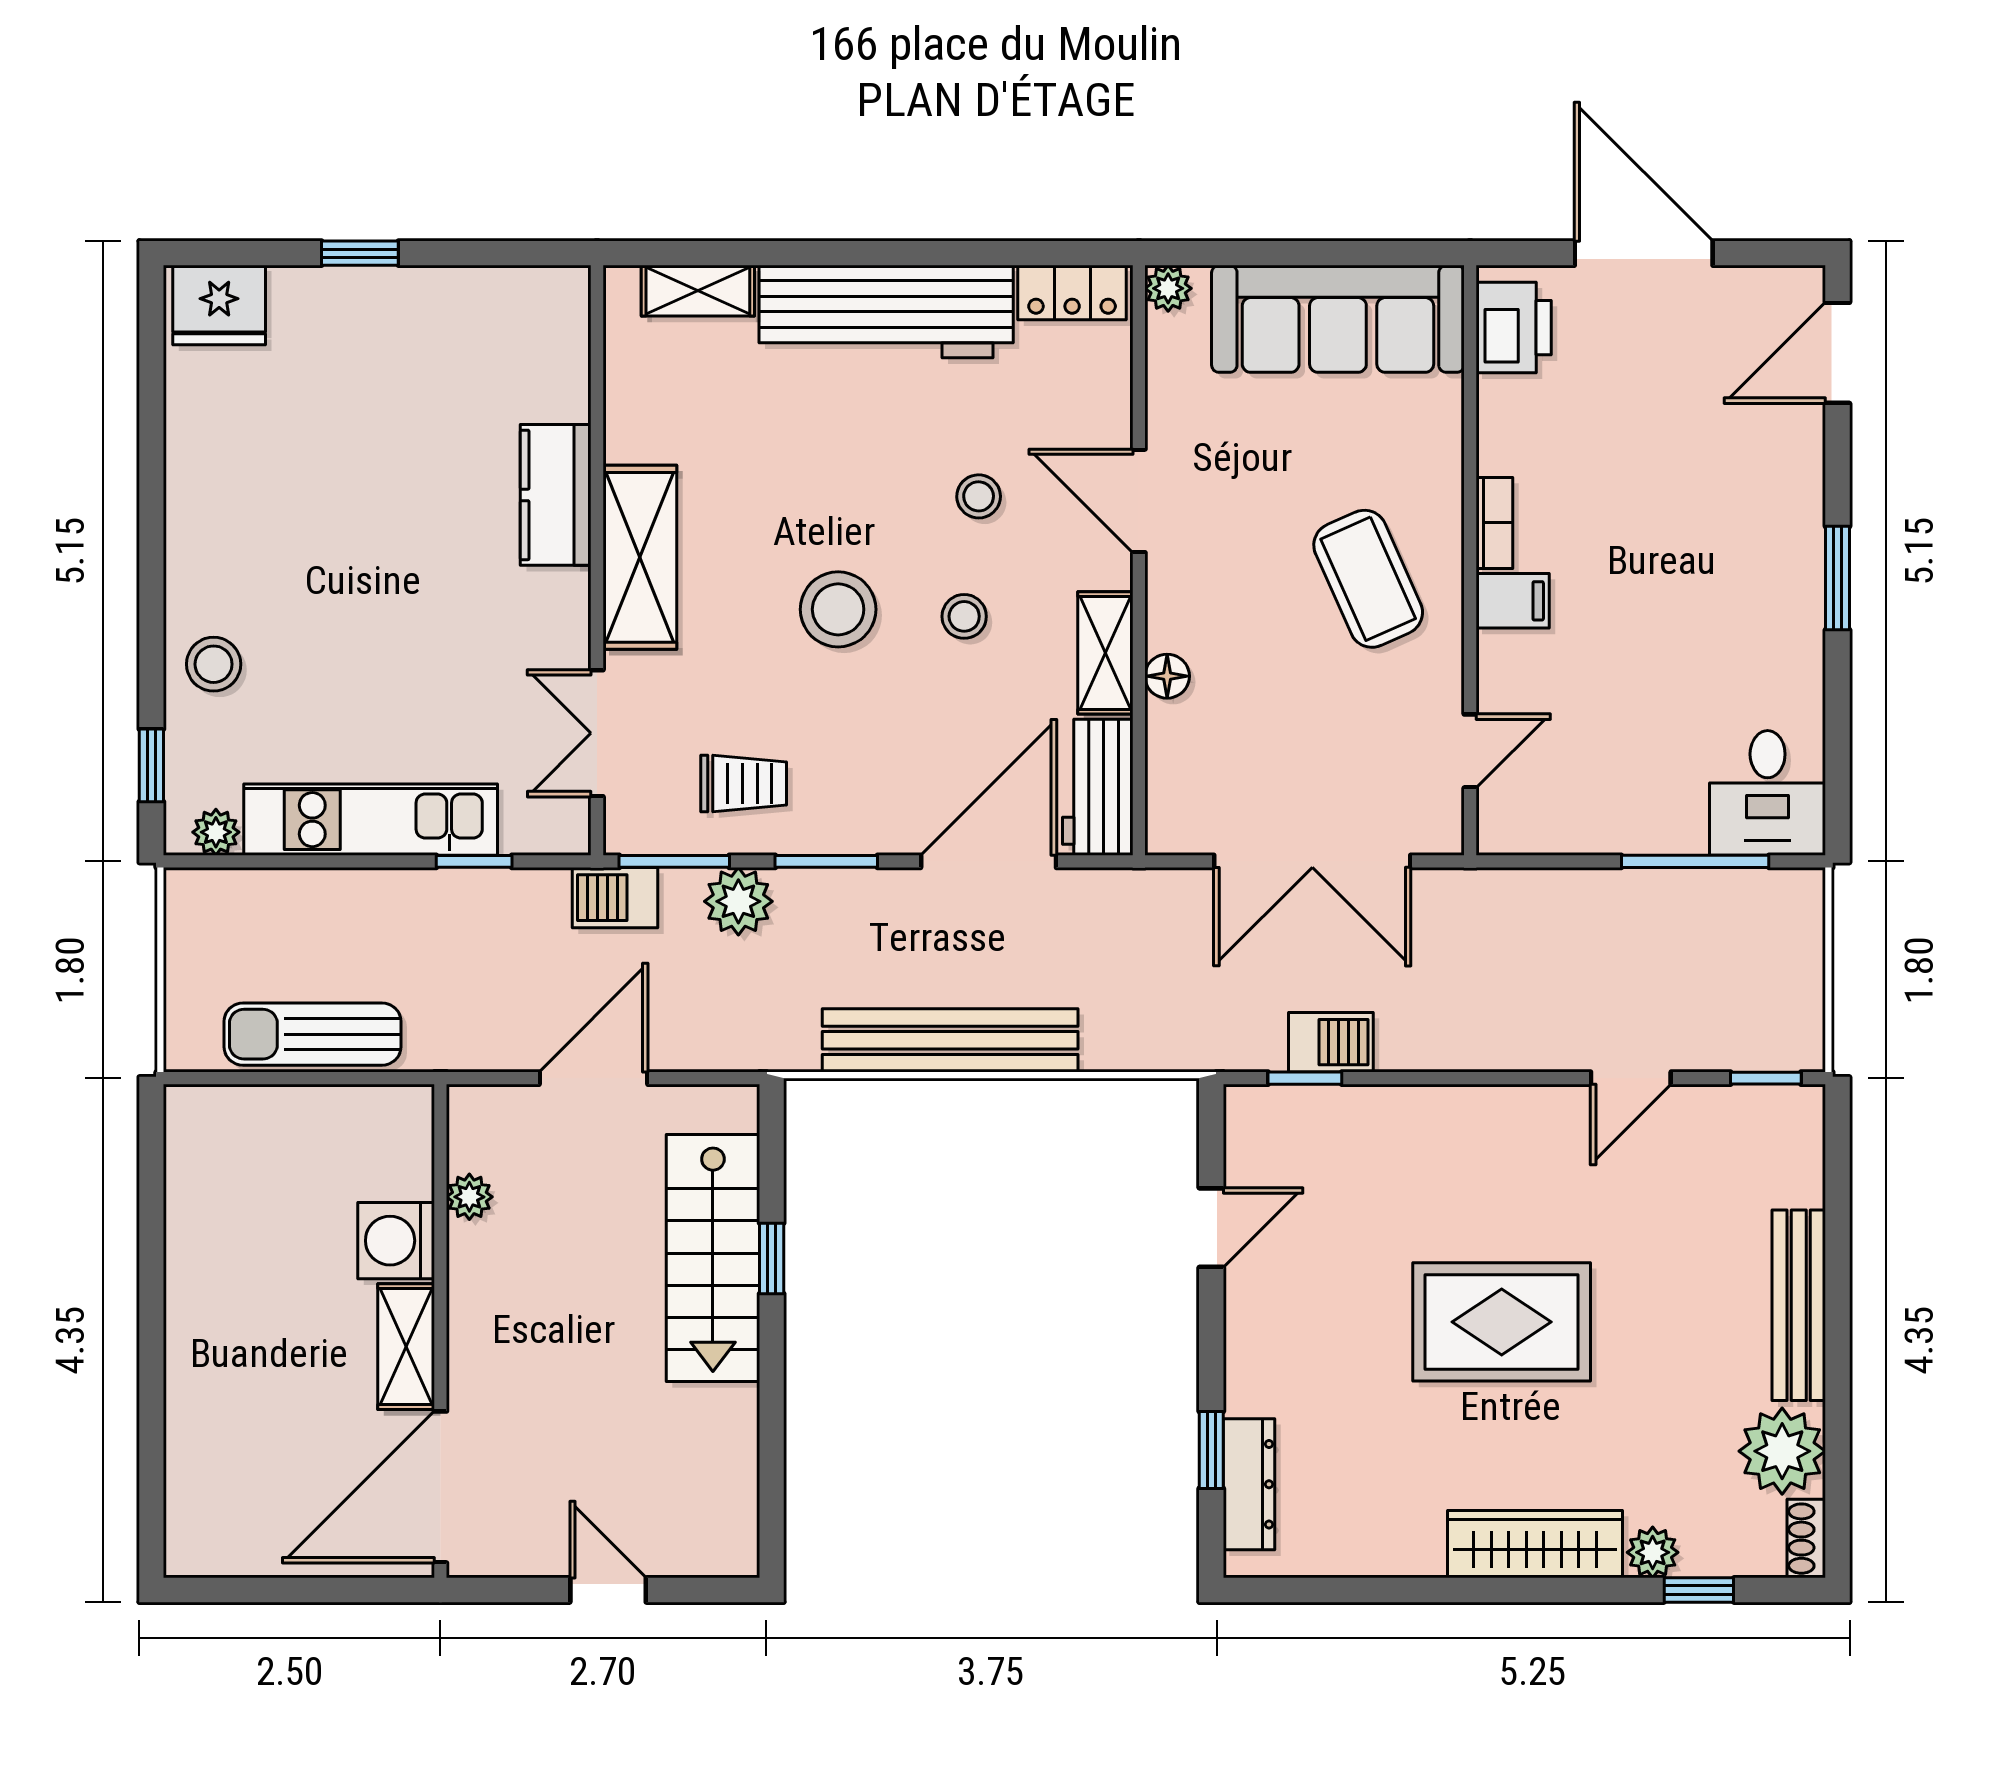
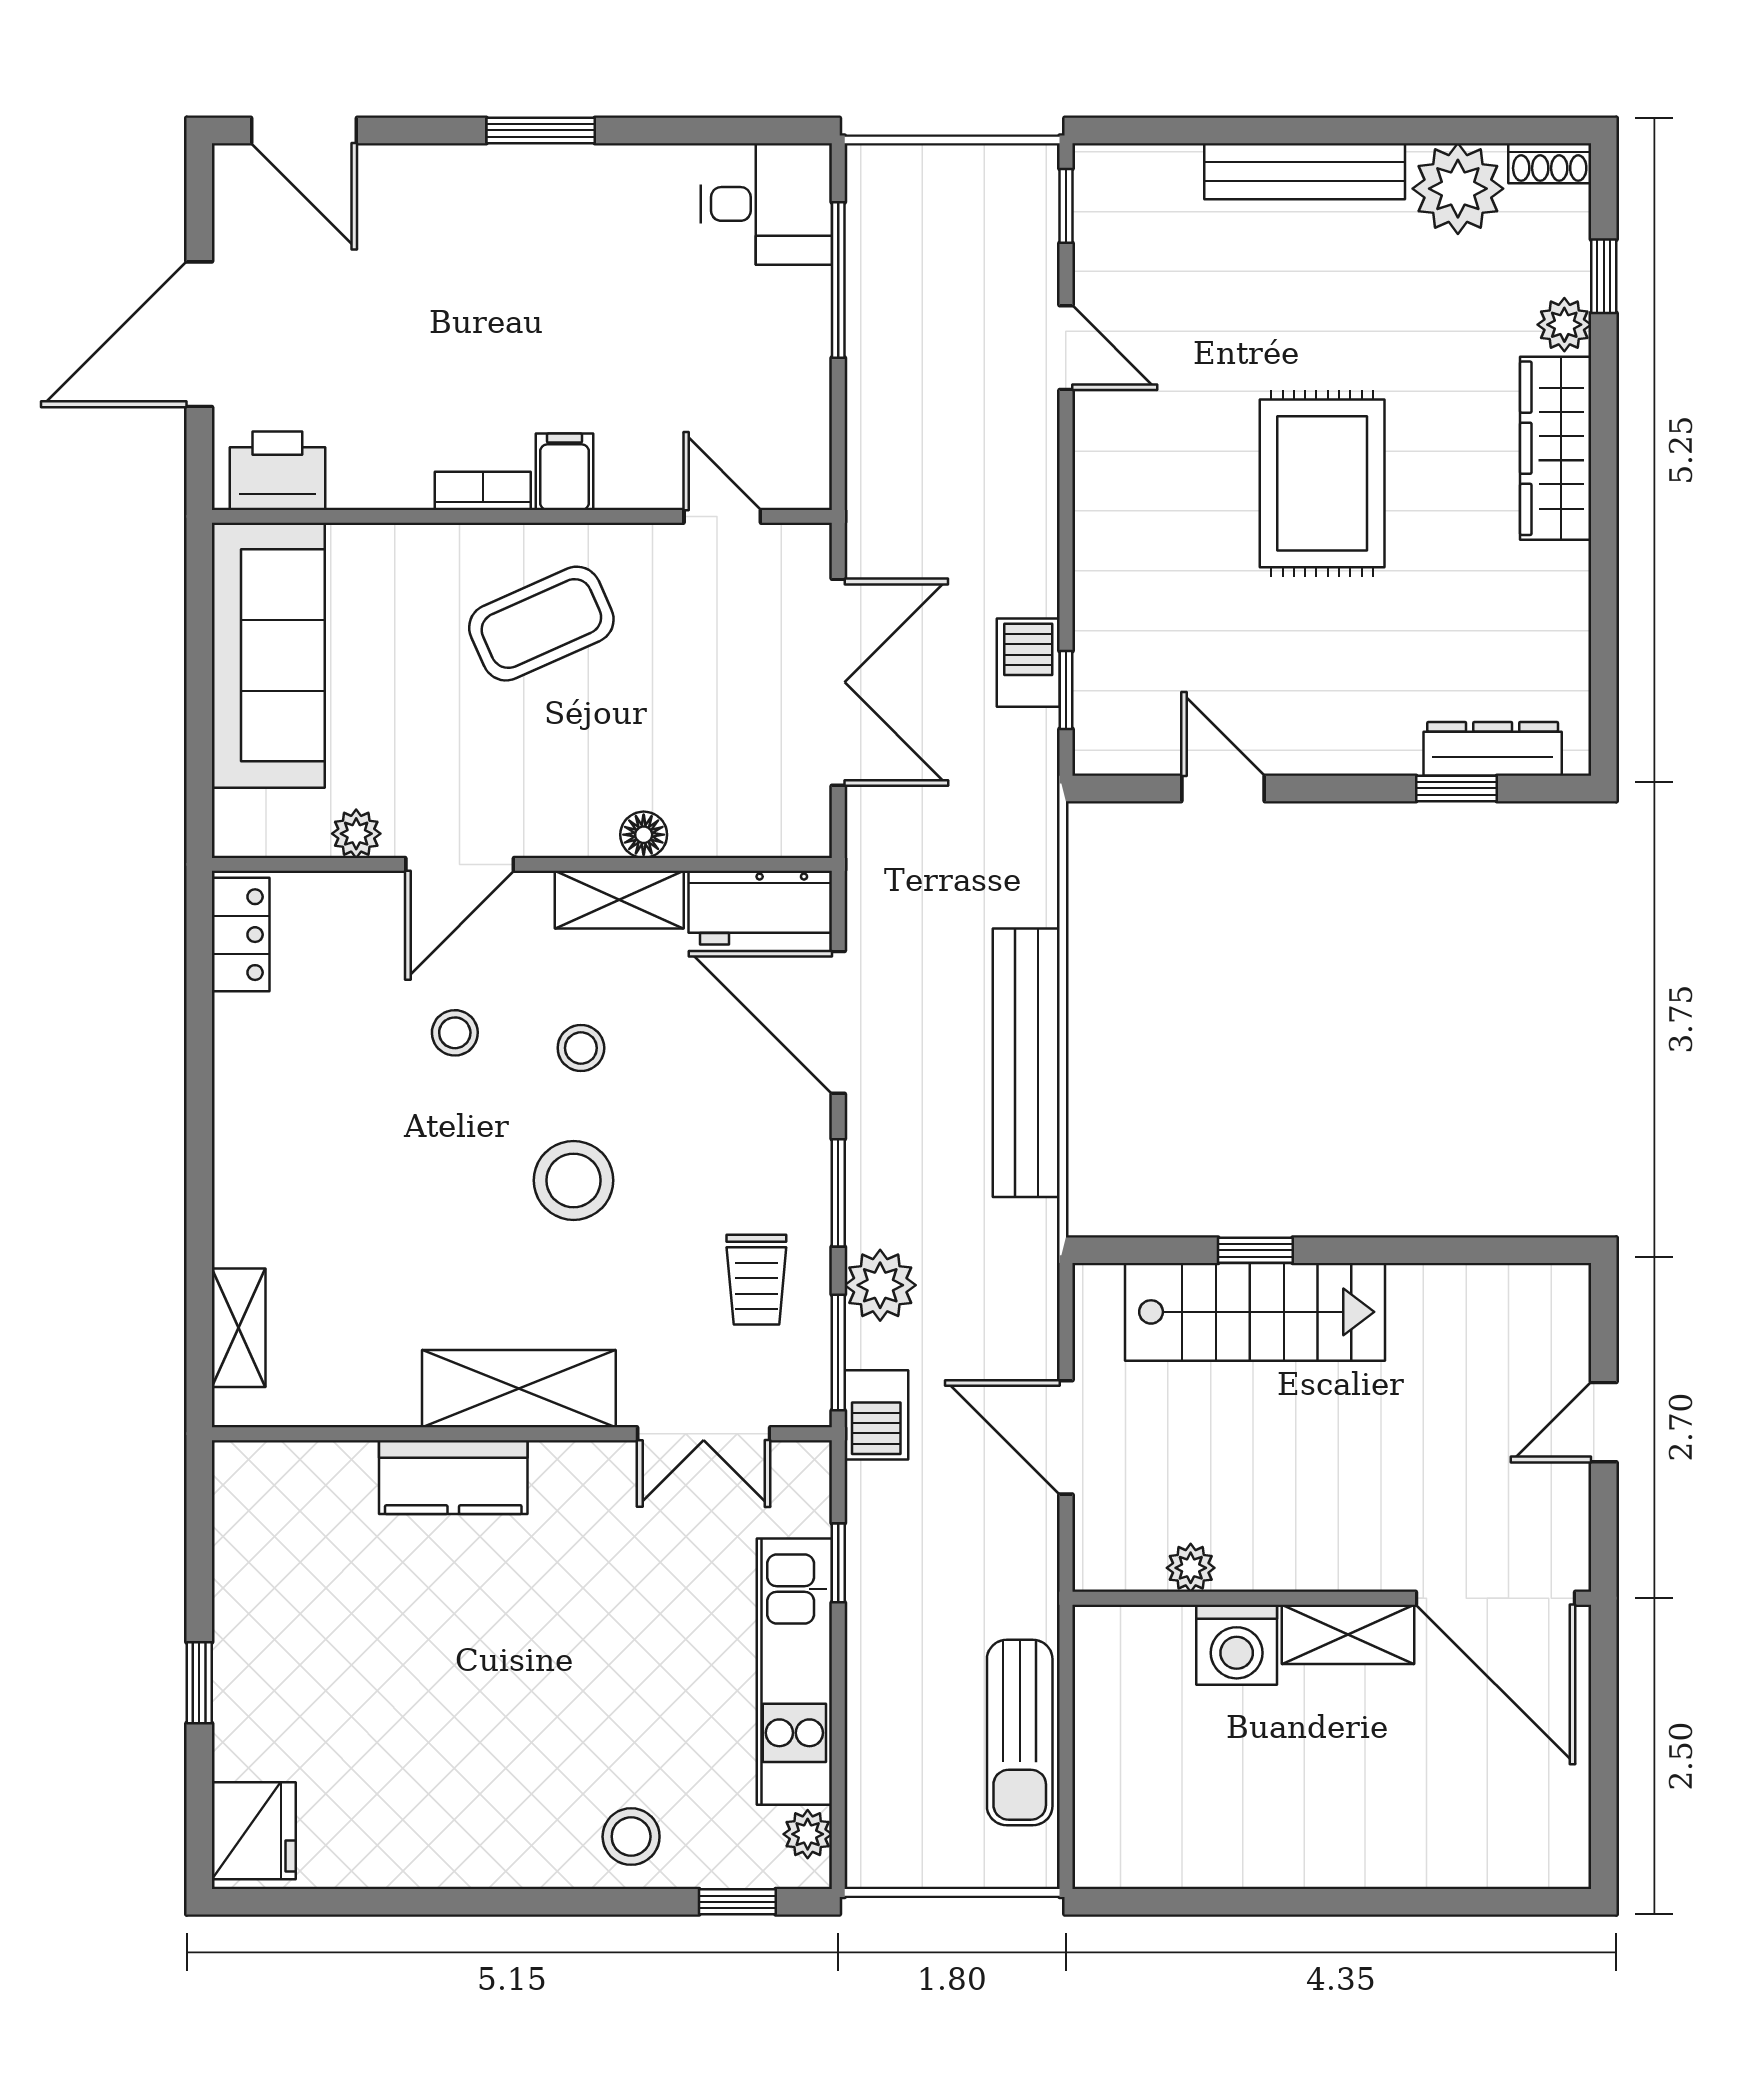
plant: (1168, 288) -> (356, 834), moved
workbench: (886, 311) -> (261, 1130), removed
trolley: (744, 784) -> (756, 1280), turned 180

